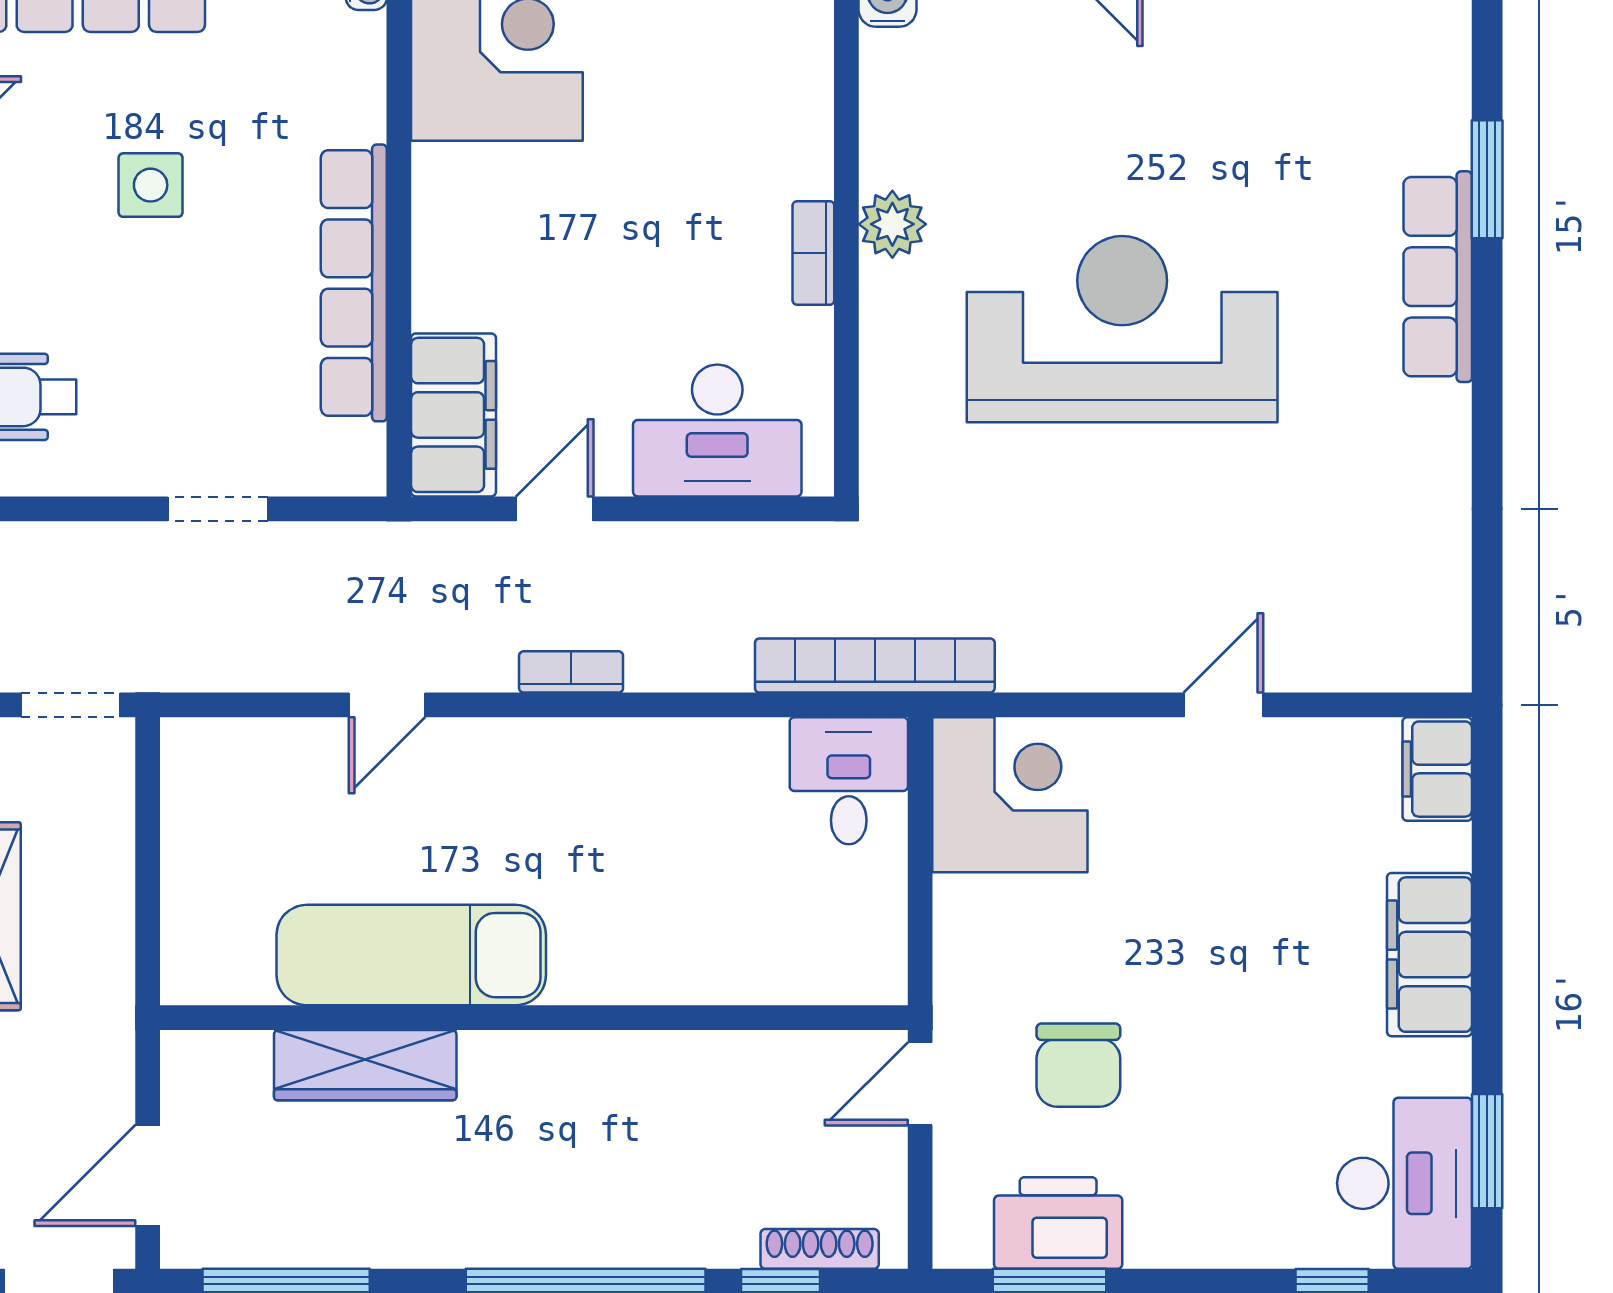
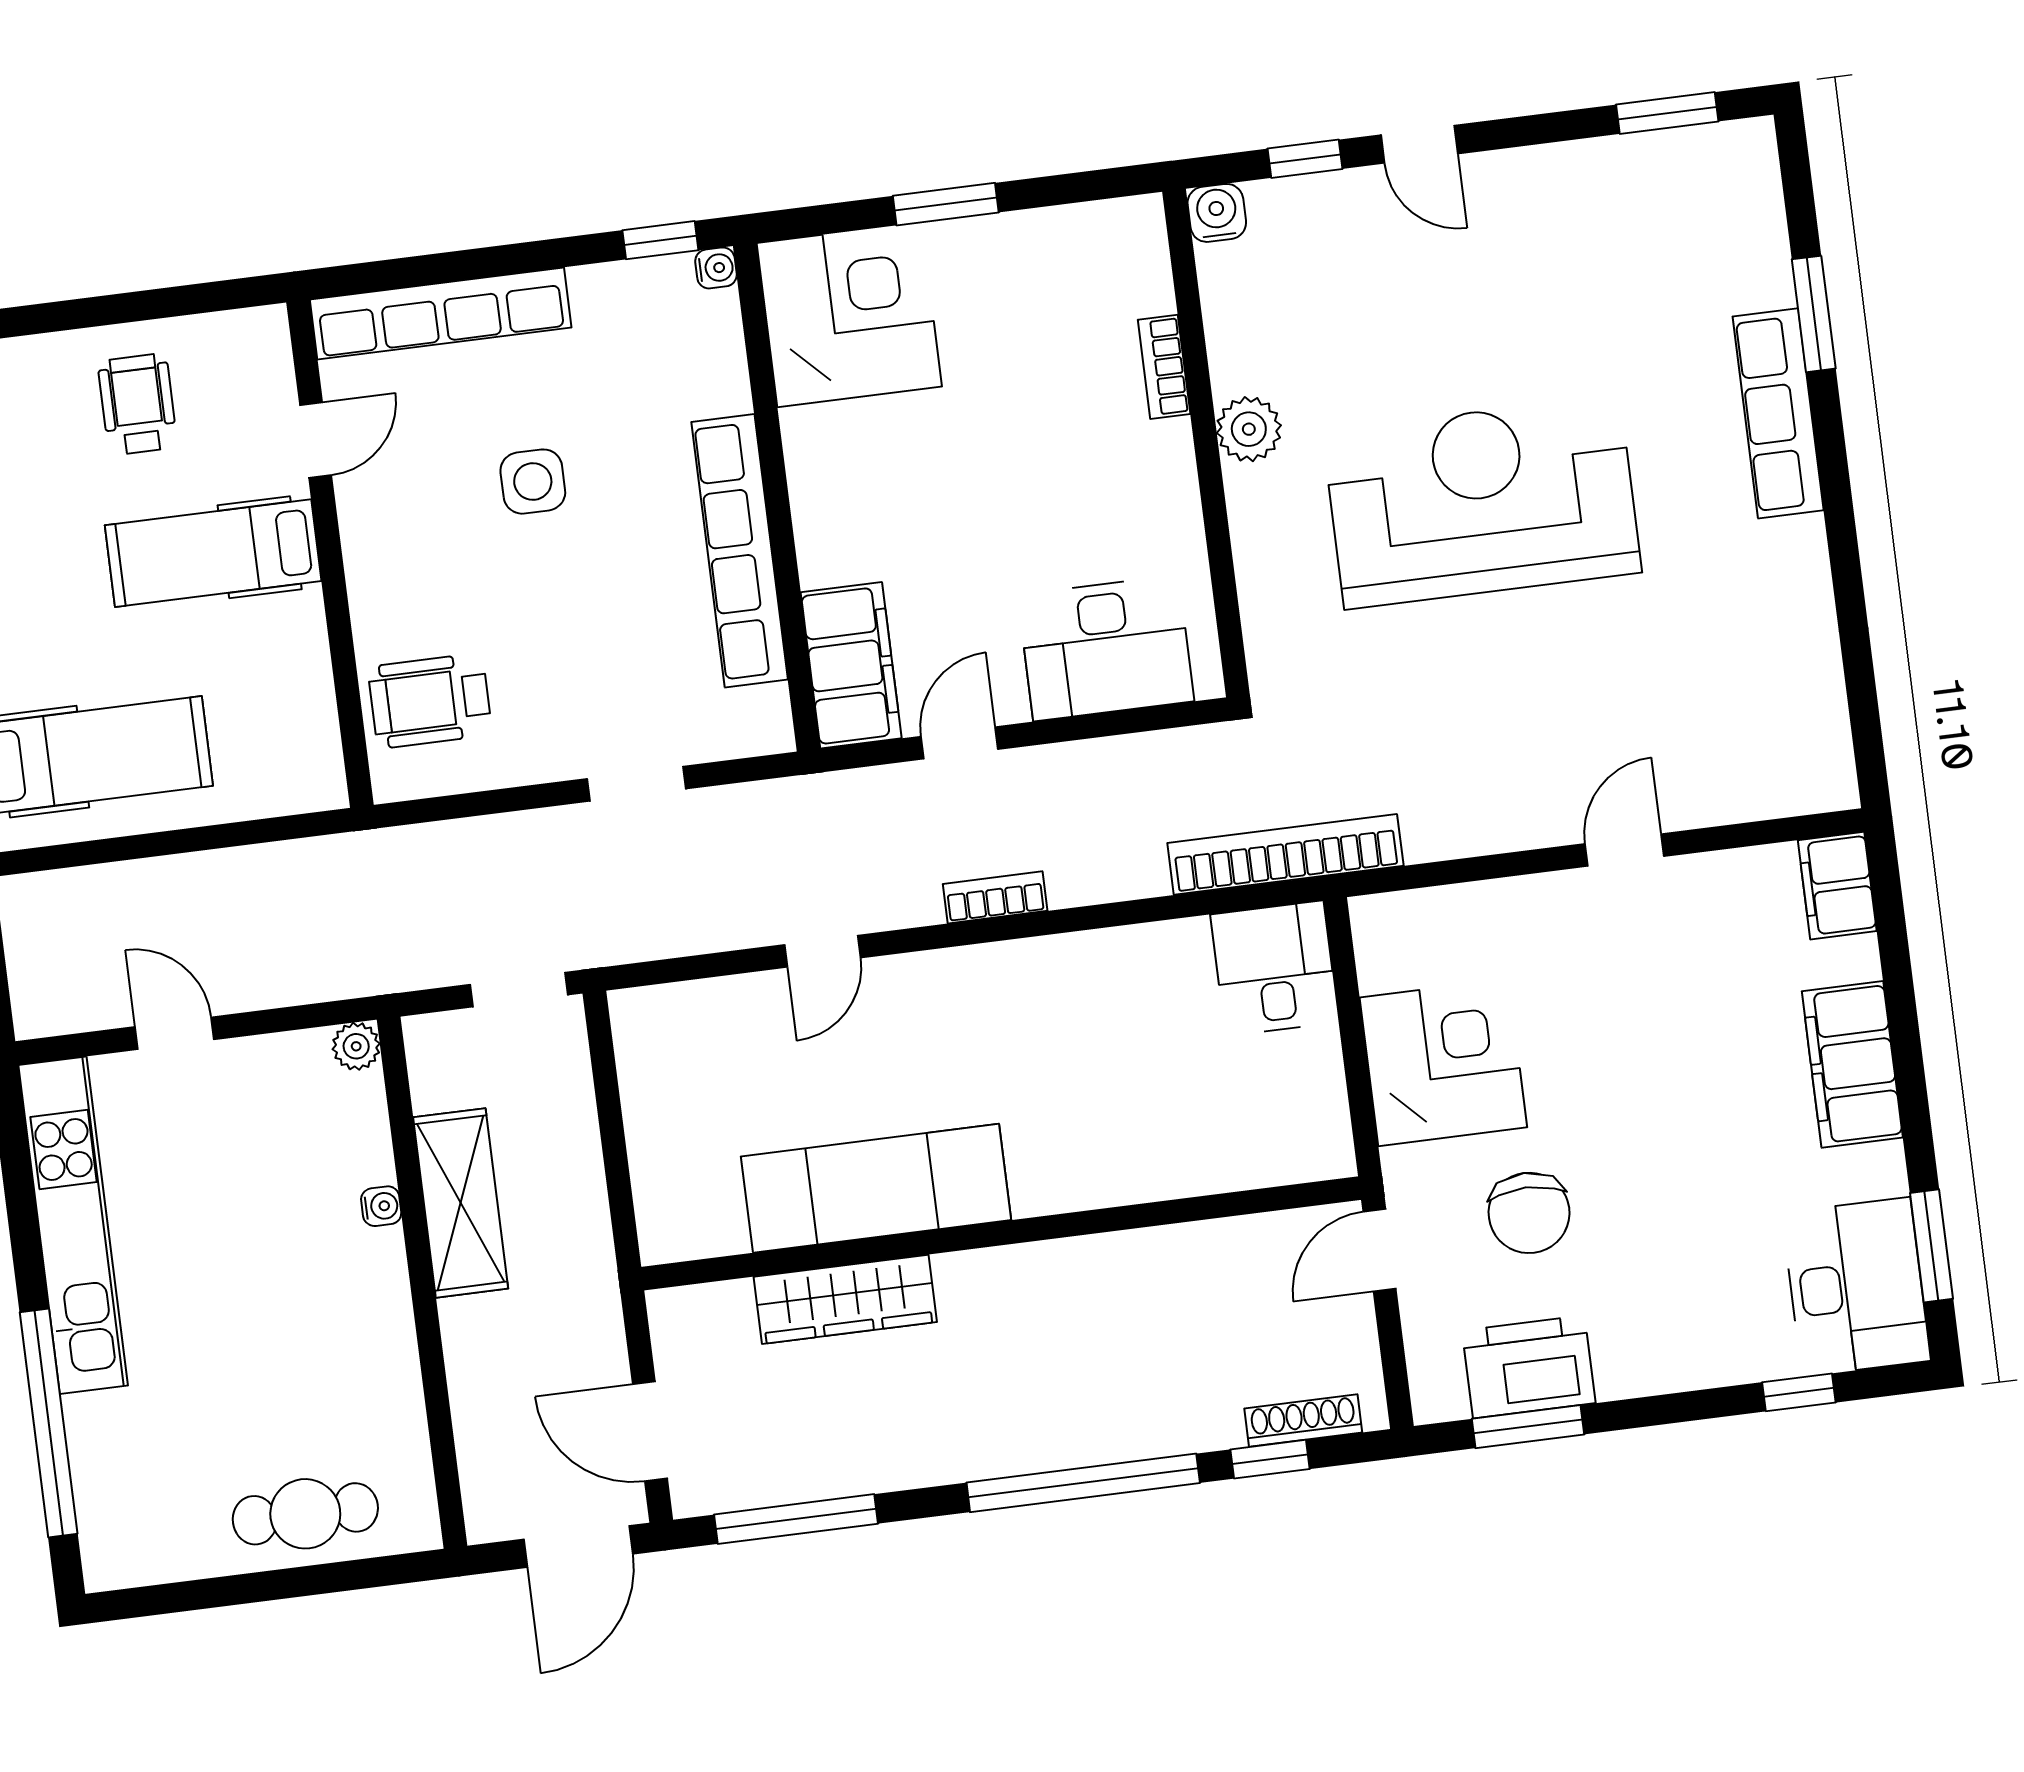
bookcase: (813, 253) -> (1164, 367), moved
corner desk: (1010, 795) -> (1443, 1062), moved
door: (148, 1175) -> (650, 1431), hinge flipped

